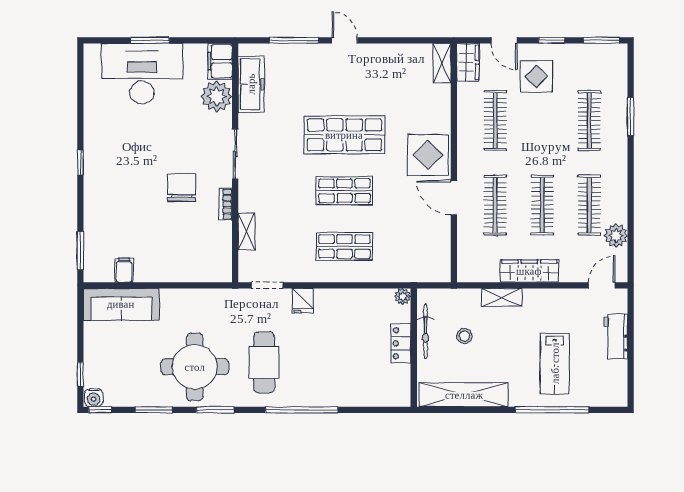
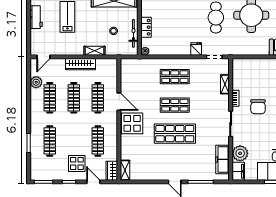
workbench: (616, 336) -> (36, 17), moved

